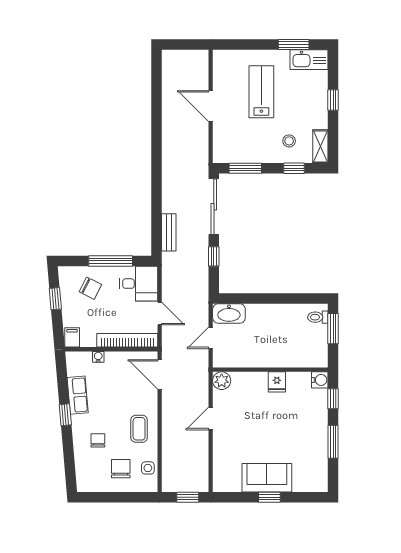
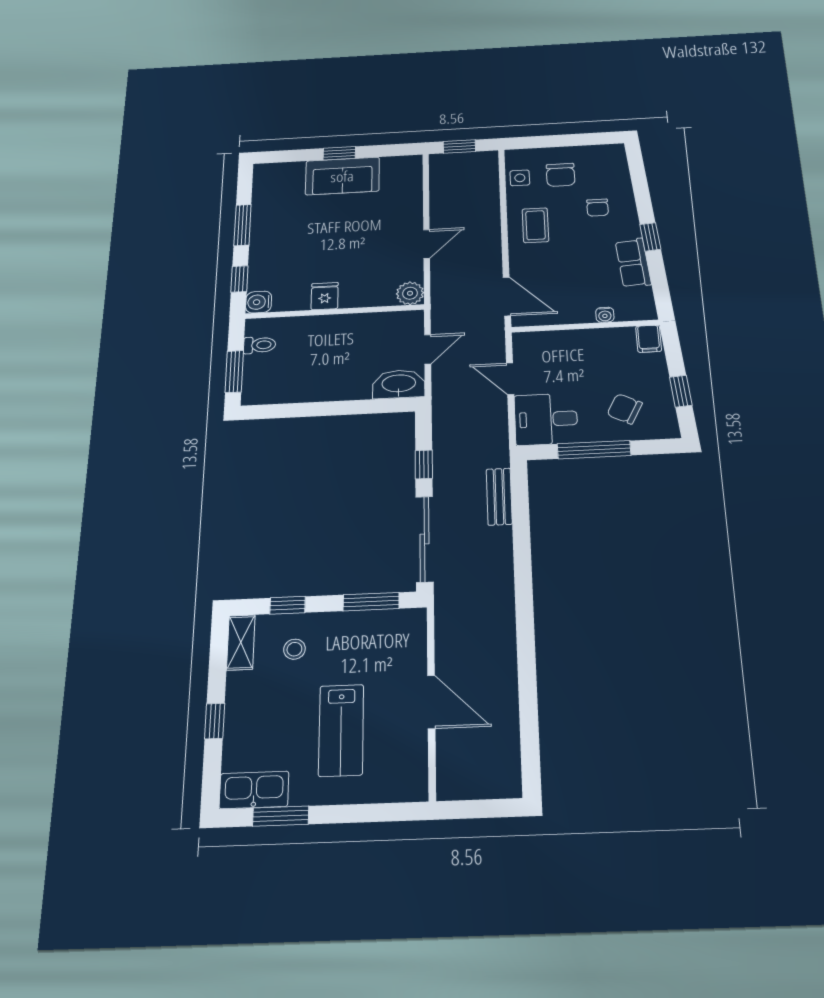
toilet: (318, 317) -> (259, 345), moved
bookcase: (127, 340) -> (560, 339), removed

